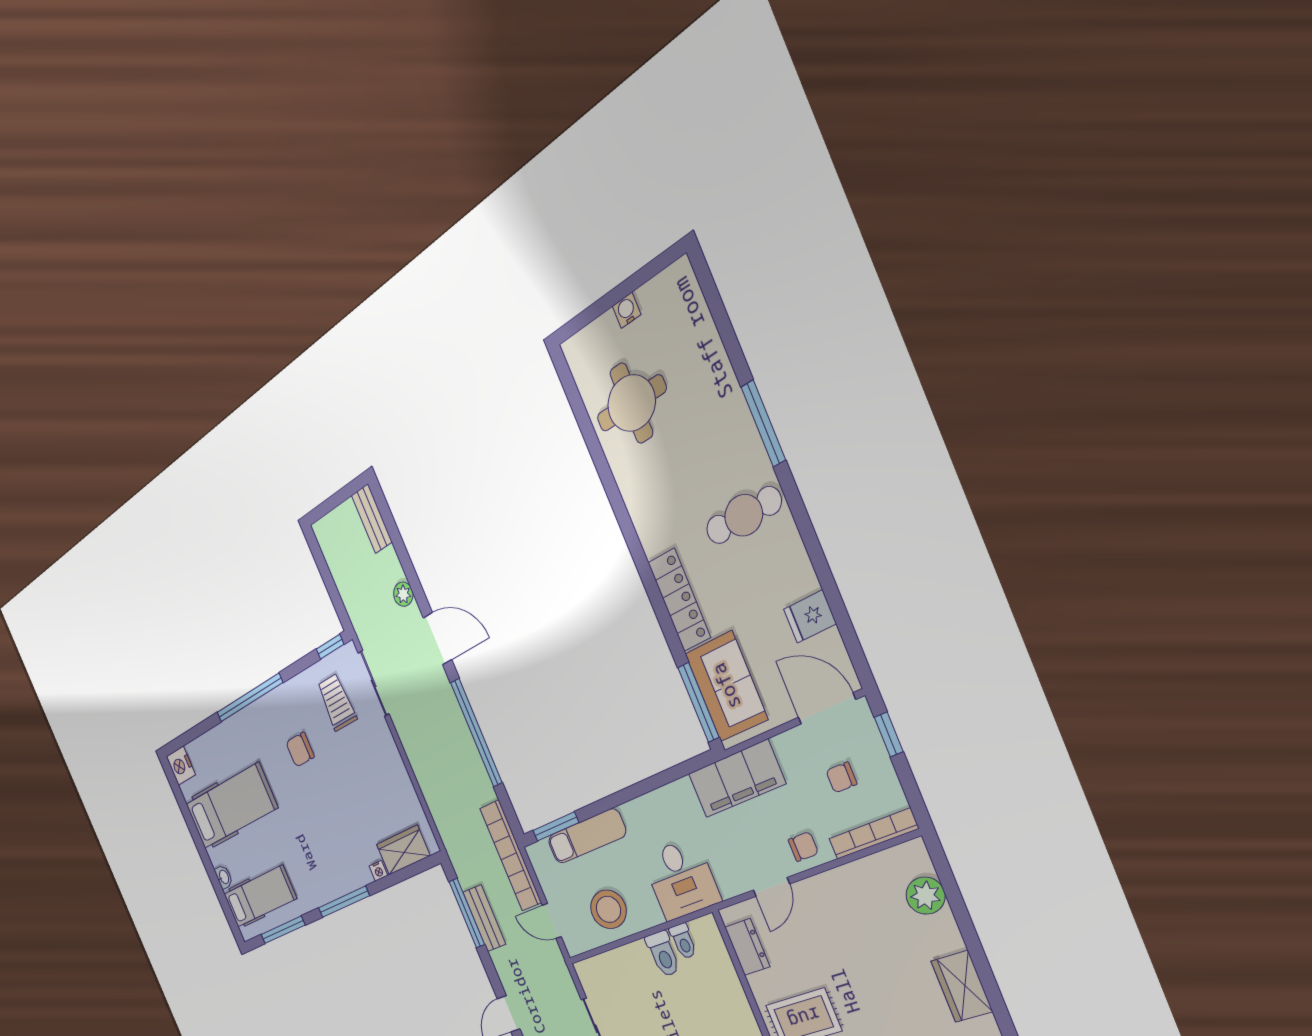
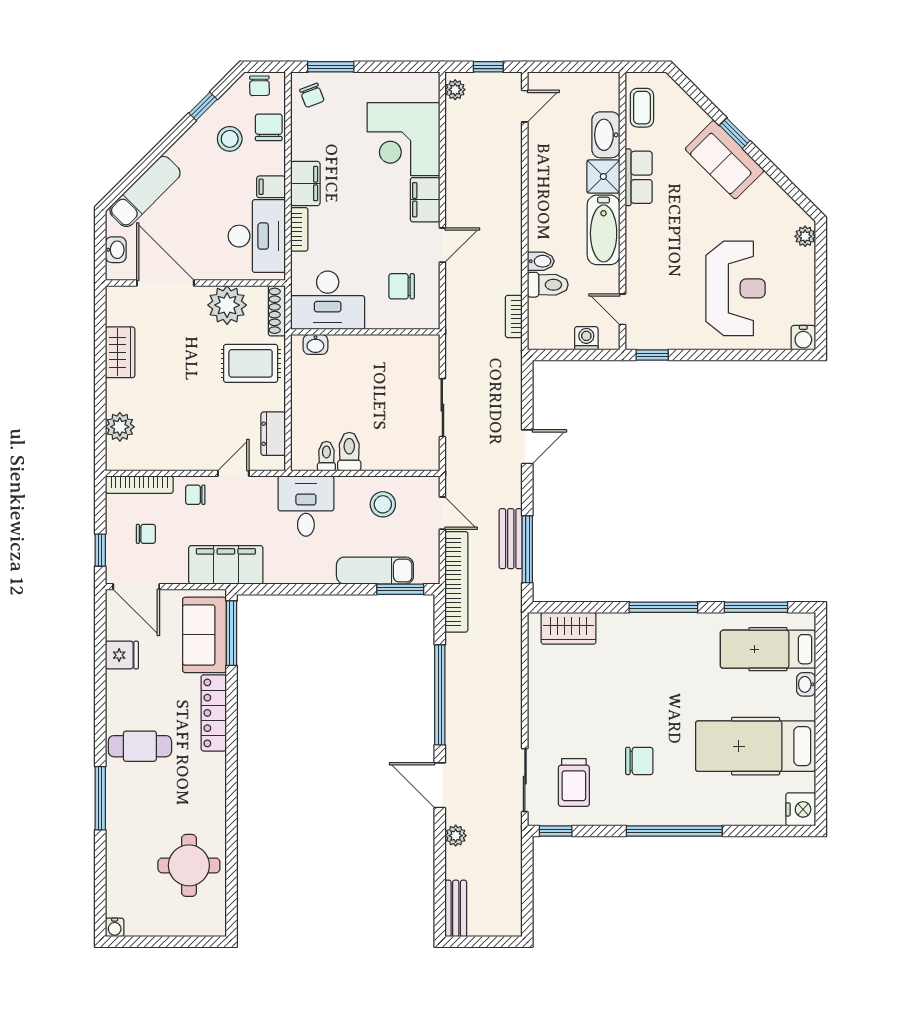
water cooler: (627, 310) -> (115, 927), moved
nightstand: (378, 871) -> (607, 621), removed
stool: (608, 909) -> (383, 504), width x0.73, depth x0.73

